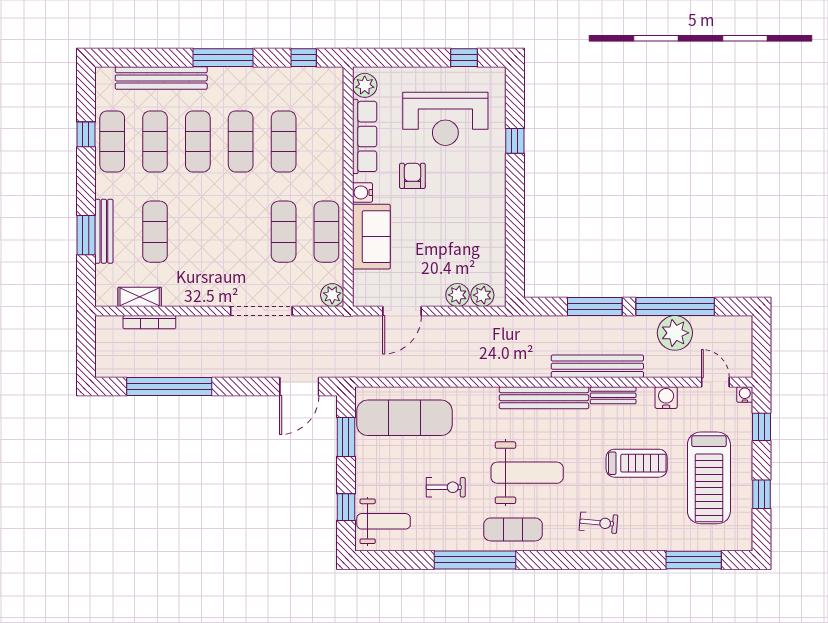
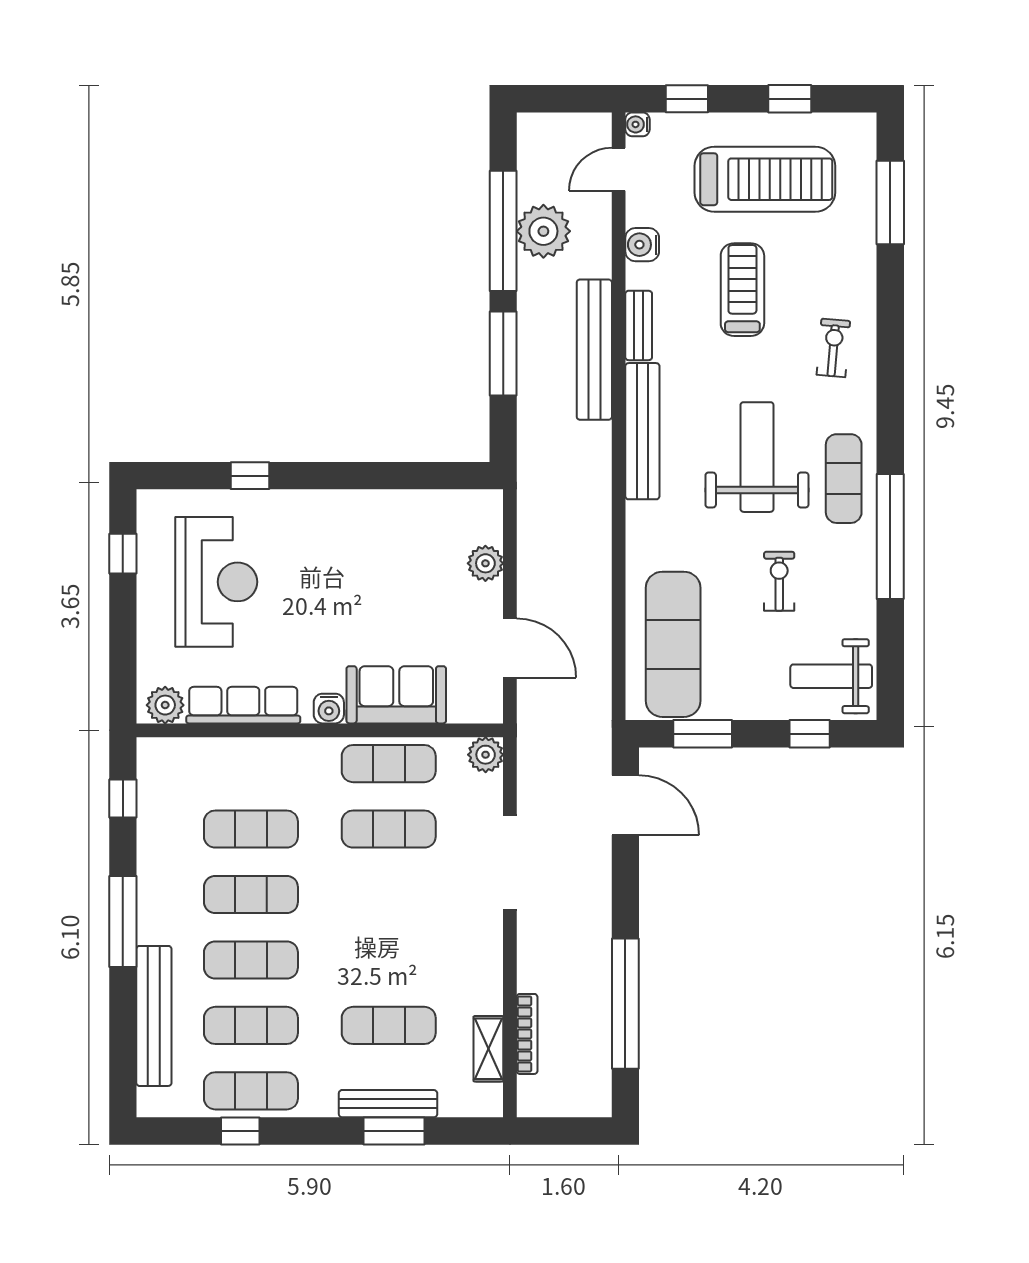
armchair: (412, 176) -> (304, 632), removed
plant: (482, 295) -> (486, 525), removed
weight bench: (384, 521) -> (831, 676), turned -90

